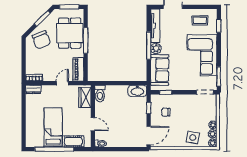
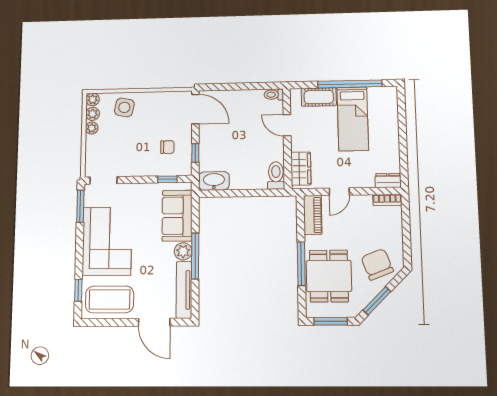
coffee table: (200, 20) -> (110, 299), width x1.86, depth x1.72
door: (149, 136) -> (195, 109), swing flipped

